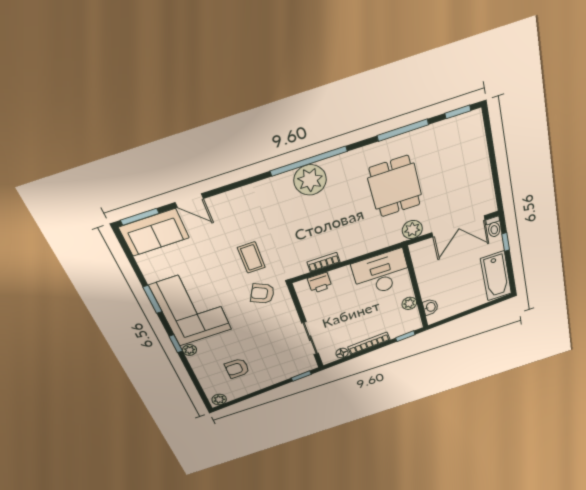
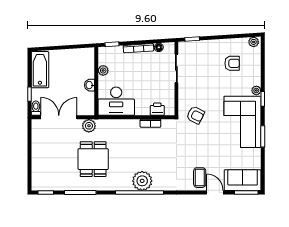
coffee table: (251, 257) -> (200, 178), moved
washbasin: (430, 307) -> (89, 85), moved

